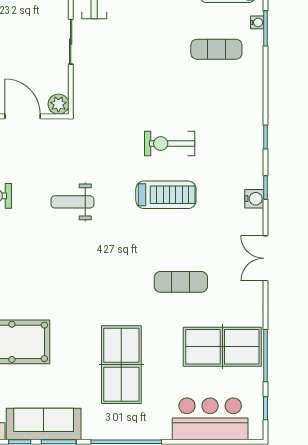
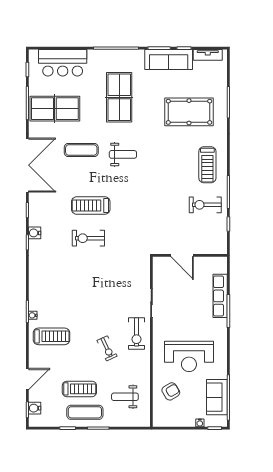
exercise mat: (216, 49) -> (59, 298), removed
plant: (58, 104) -> (159, 263), removed
exercise bike: (170, 143) -> (88, 238), turned 180
water cooler: (254, 199) -> (35, 233), moved
weight bench: (72, 202) -> (123, 154), moved
double door: (266, 258) -> (27, 165), width x1.87

